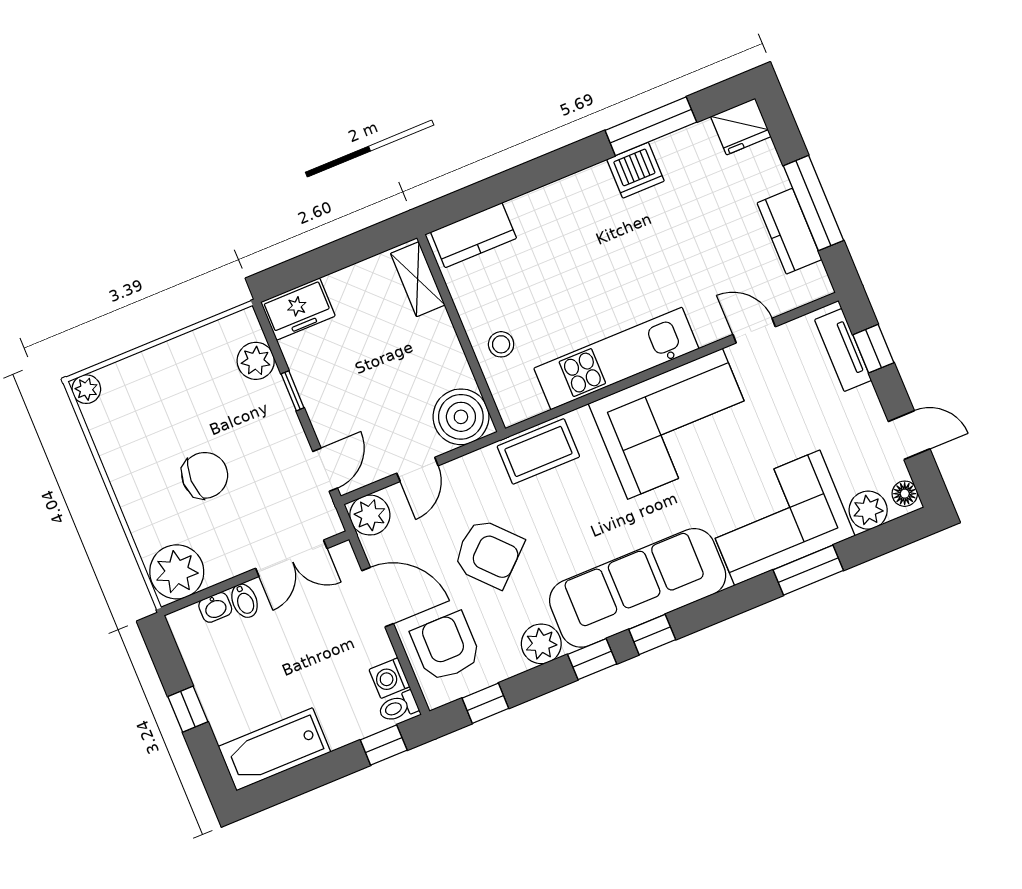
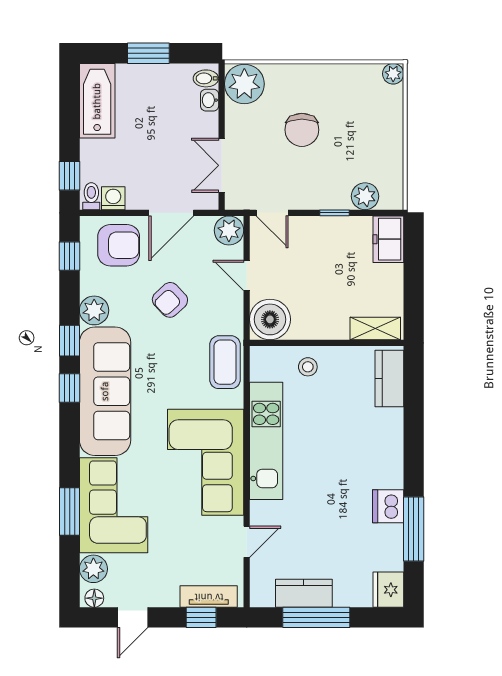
armchair: (488, 553) -> (170, 300), width x0.72, depth x0.72
bidet: (245, 601) -> (206, 78), moved
window: (188, 709) -> (148, 53), width x1.50

